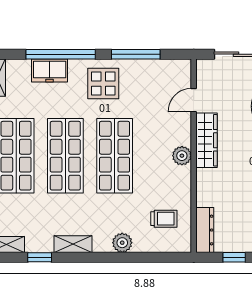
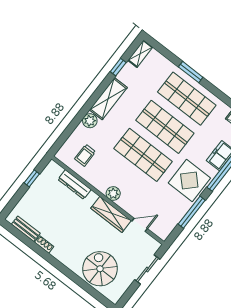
display table: (103, 84) -> (189, 180), width x1.36, depth x1.36
door: (194, 100) -> (140, 225), hinge flipped
dresser: (205, 230) -> (75, 184), moved
shelving: (73, 244) -> (108, 99), width x1.50, depth x1.33

